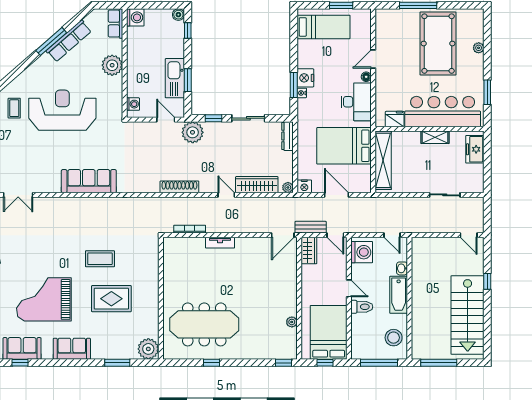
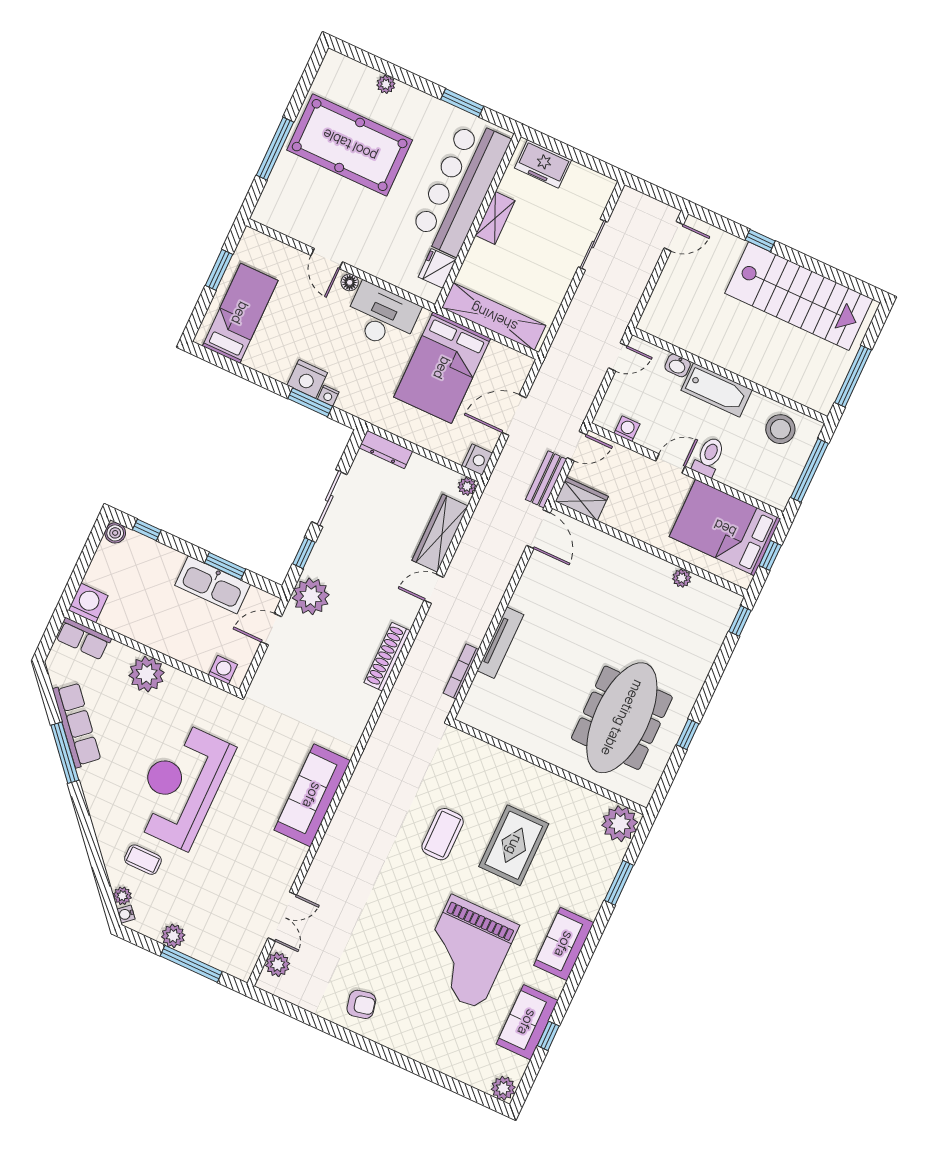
tv unit: (220, 243) -> (500, 643), width x1.41
washing machine: (362, 252) -> (627, 429), width x0.53, depth x0.53

